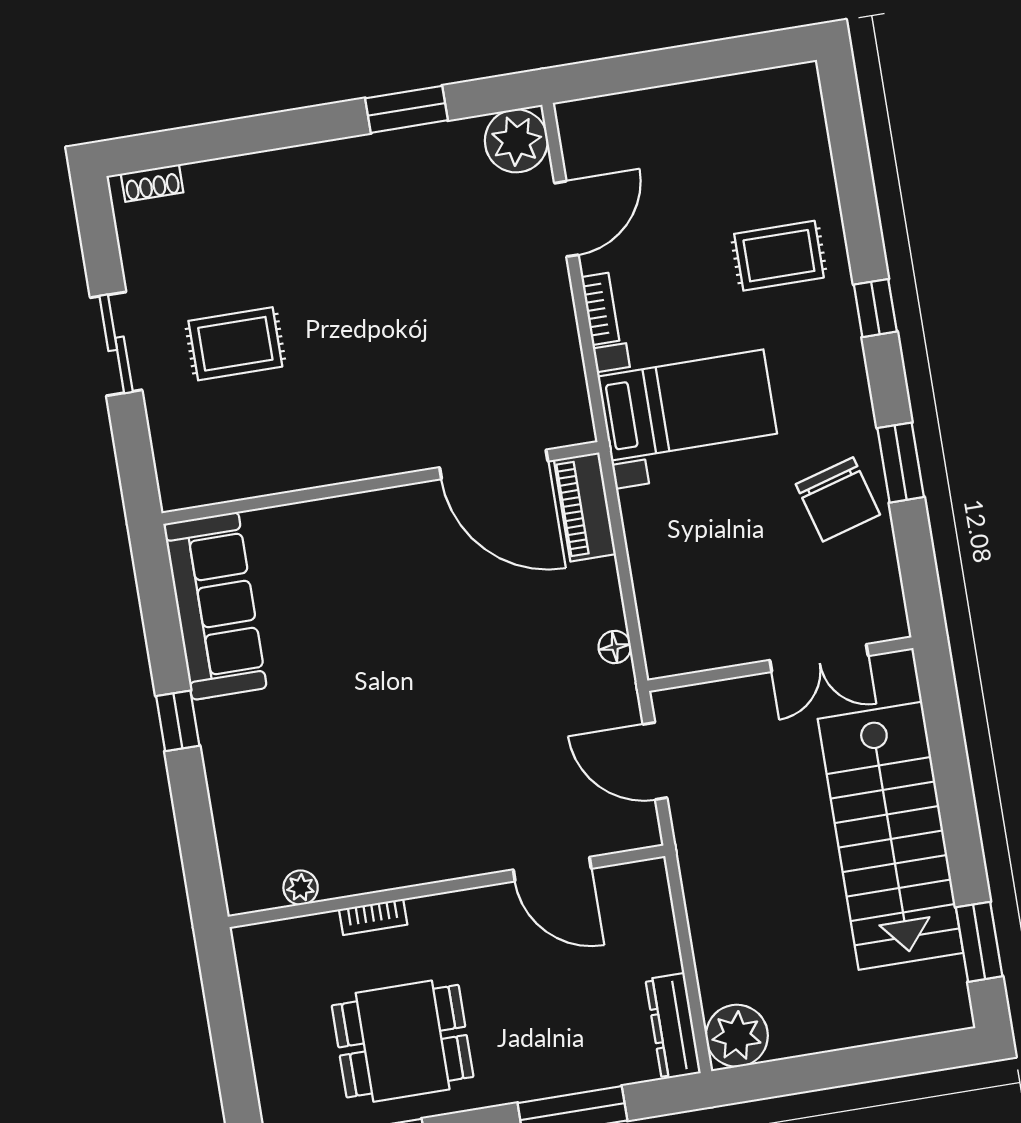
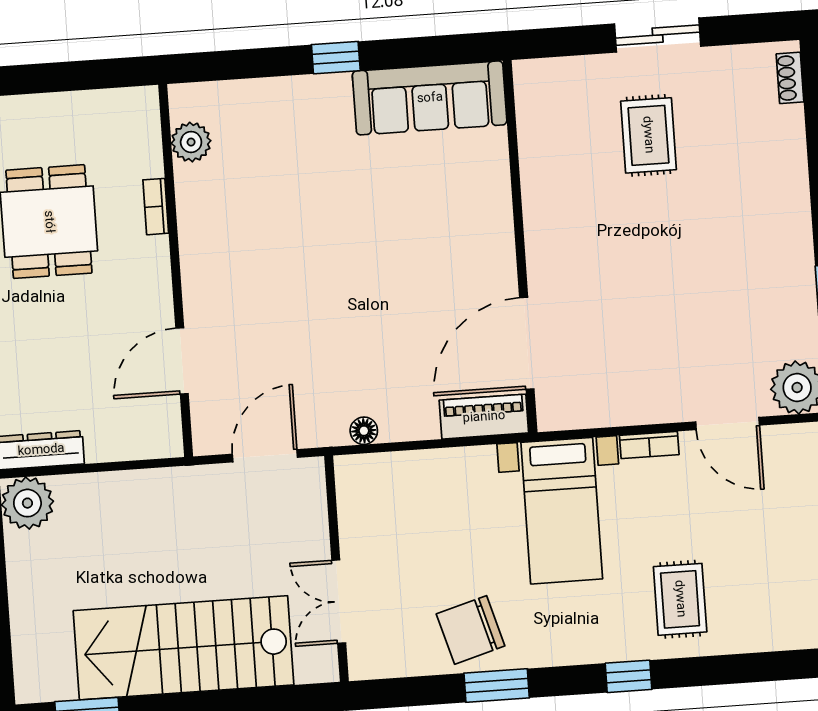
plant: (301, 888) -> (191, 142), width x1.38, depth x1.38

